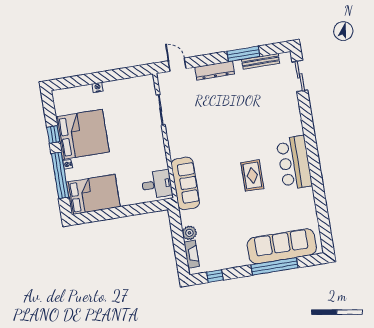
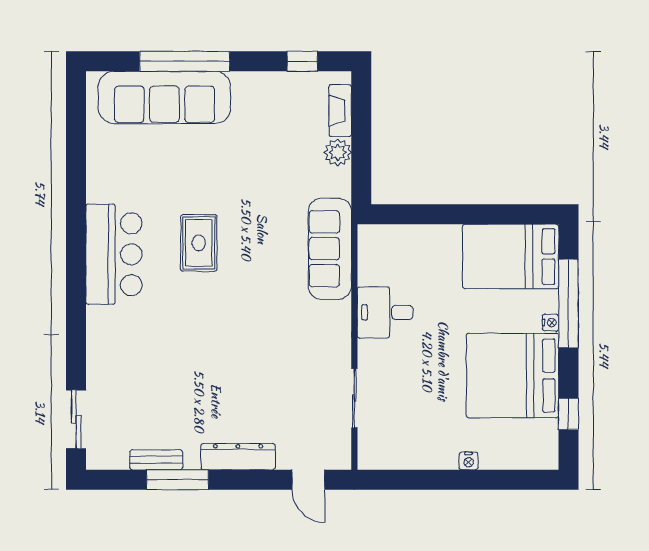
bench: (261, 61) -> (156, 460), width x0.73
window: (53, 134) -> (568, 414), moved
desk: (157, 184) -> (385, 312), moved

